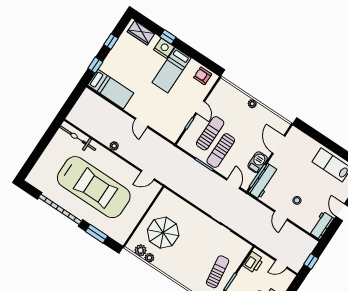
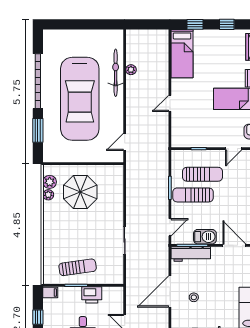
door: (200, 107) -> (234, 149), moved
bicycle: (78, 138) -> (116, 73), moved
door: (279, 145) -> (234, 245), hinge flipped
plant: (114, 146) -> (131, 70), moved
door: (148, 175) -> (125, 142), hinge flipped
door: (281, 215) -> (170, 291), width x1.87
printer: (253, 262) -> (92, 295), moved

